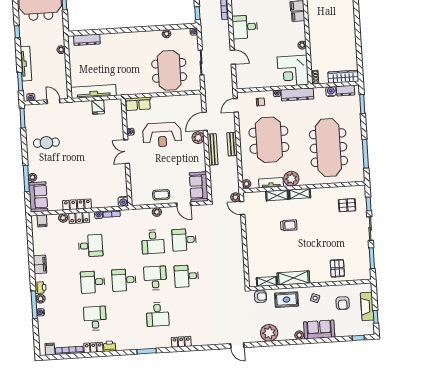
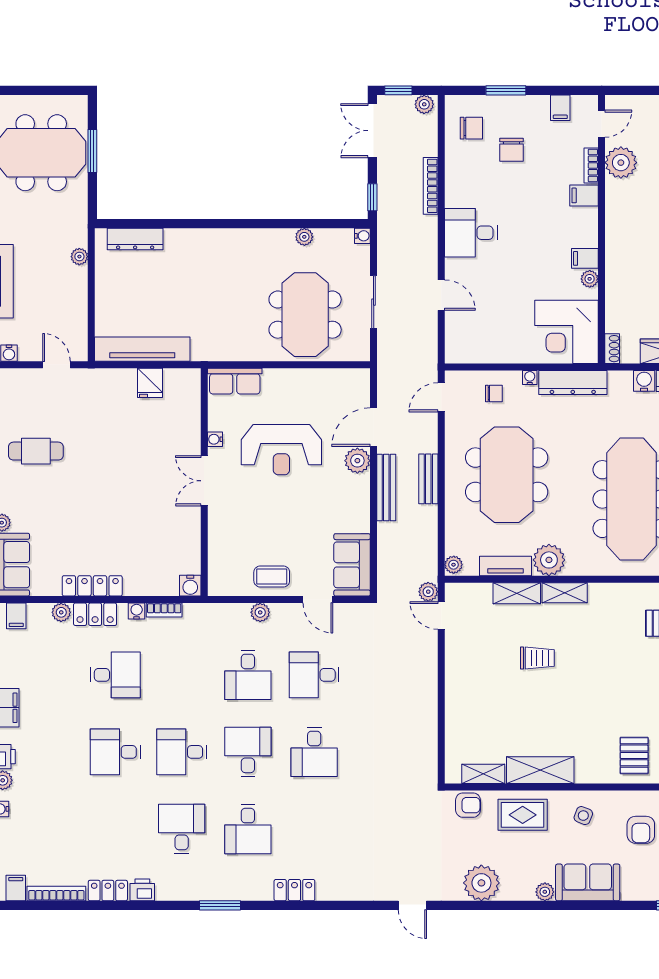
filing cabinet: (298, 17) -> (585, 258), moved
desk: (186, 276) -> (314, 752), turned -90
desk: (95, 318) -> (182, 829), moved

